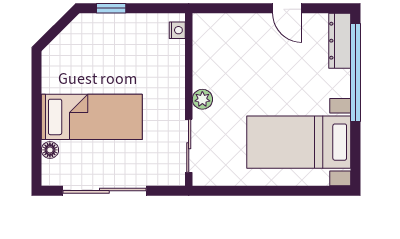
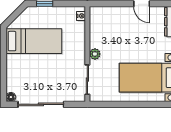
bed: (92, 117) -> (34, 41), moved
floor lamp: (50, 150) -> (11, 97), moved

